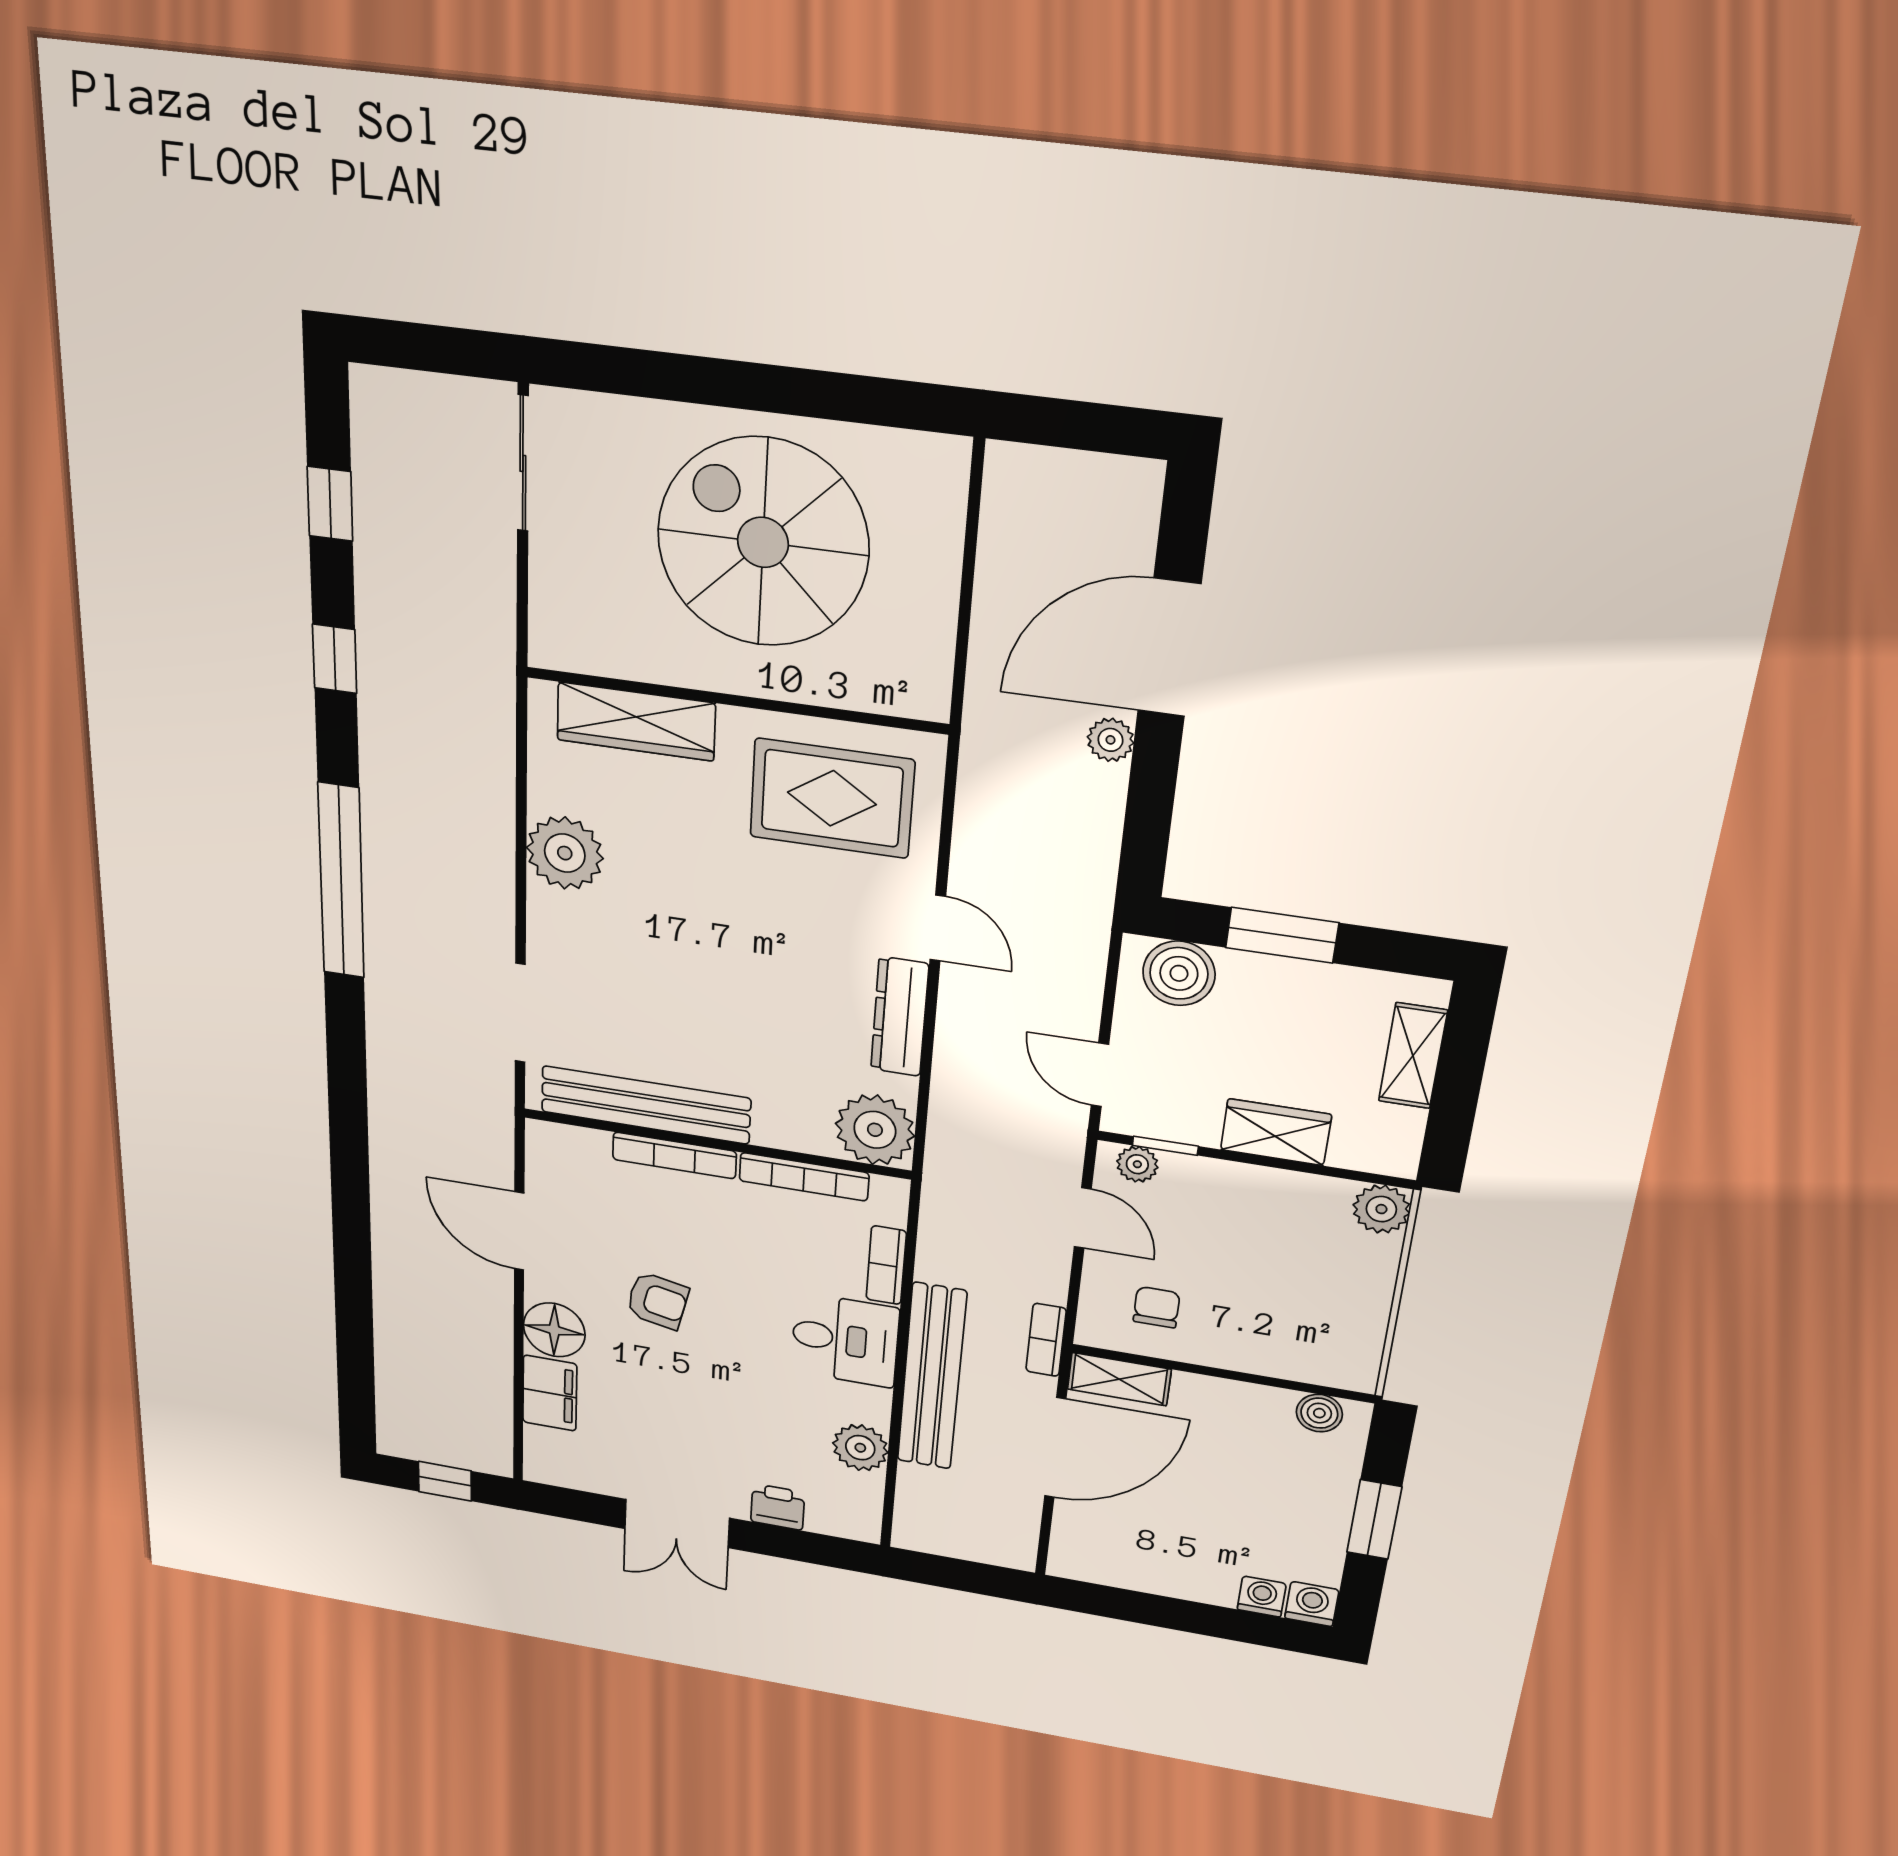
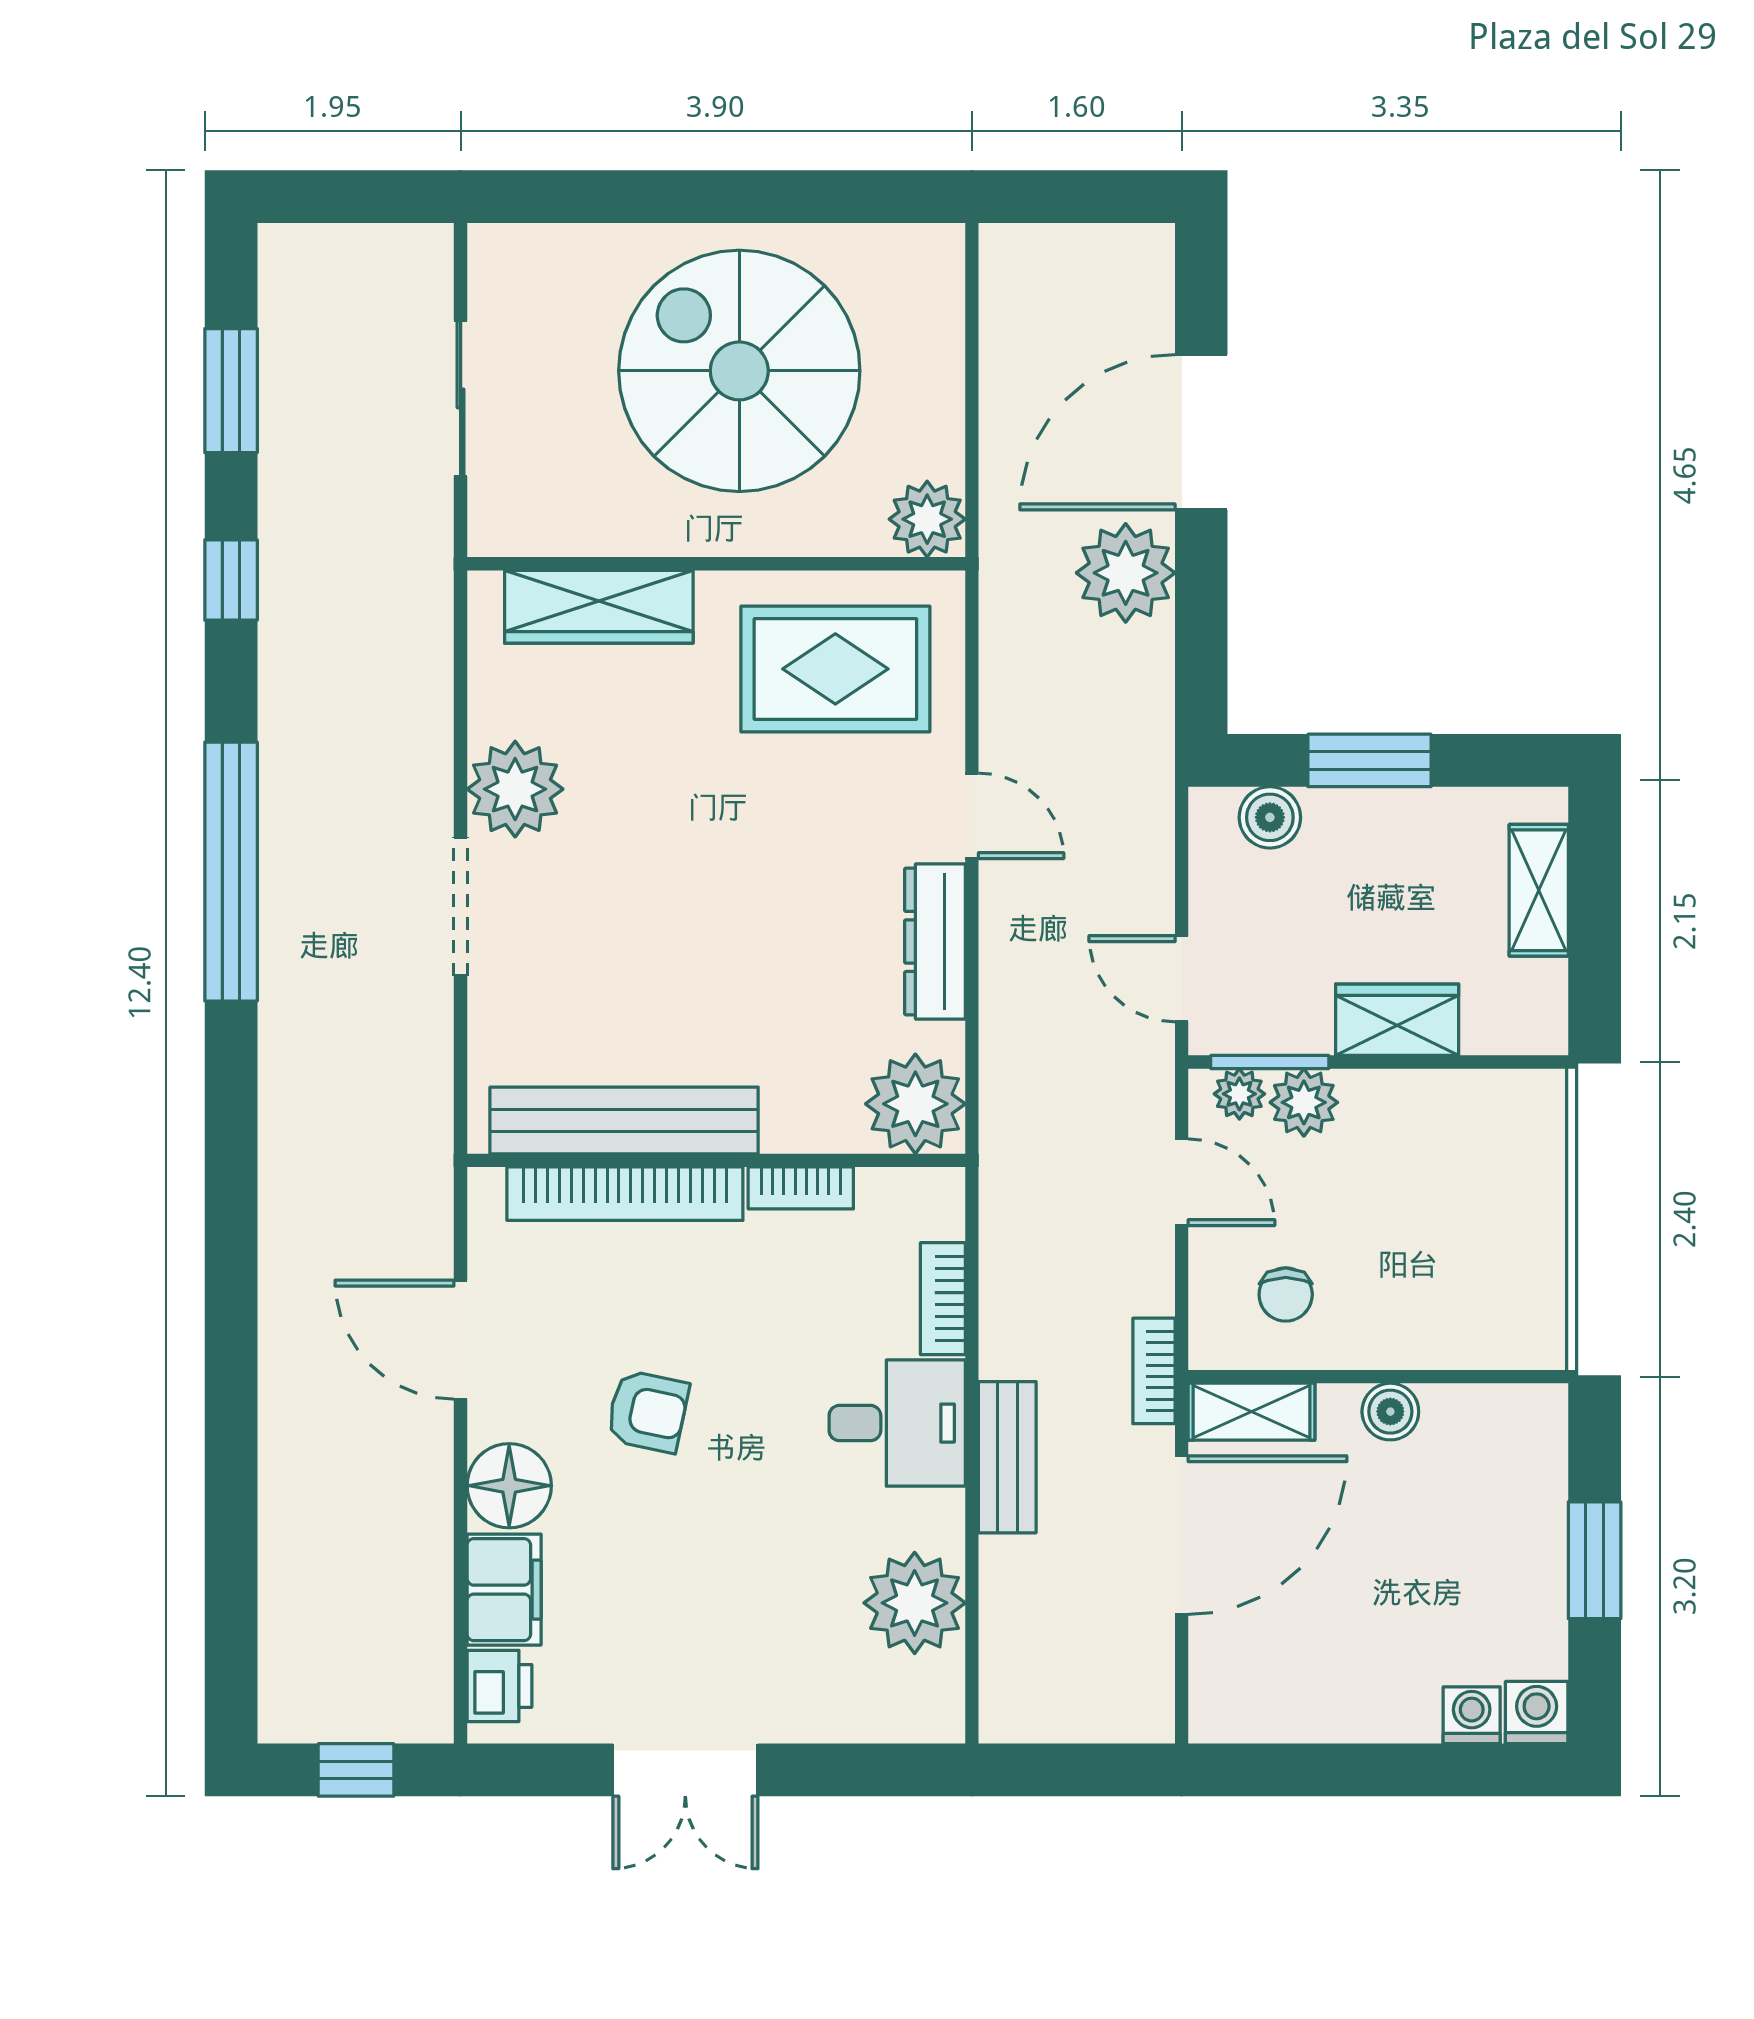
sliding door: (523, 463) -> (461, 398), moved
window: (330, 504) -> (231, 391), width x1.50
plant: (919, 688) -> (927, 519), added
plant: (1111, 740) -> (1126, 573), width x1.88, depth x1.88
boiler: (1179, 973) -> (1270, 817), width x0.73, depth x0.73
doorway: (520, 1013) -> (461, 907), moved
window: (1165, 1146) -> (1270, 1062), width x1.50
bookcase: (674, 1155) -> (625, 1194), width x1.48, depth x1.31
bookcase: (804, 1177) -> (801, 1188), width x0.64
plant: (1381, 1209) -> (1304, 1102), moved
chair: (1157, 1307) -> (1286, 1294), turned 180
bench: (932, 1377) -> (1007, 1457), width x0.54, depth x0.82
boiler: (1319, 1413) -> (1390, 1412), moved
plant: (860, 1448) -> (915, 1603), width x1.36, depth x1.36
printer: (778, 1507) -> (499, 1686), moved, turned 90

